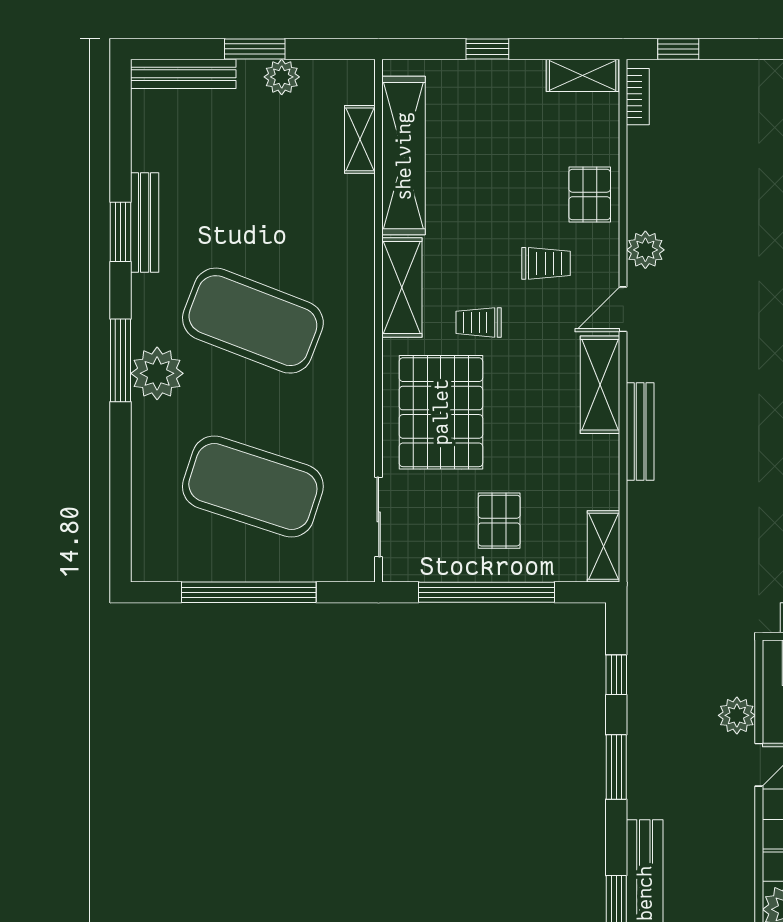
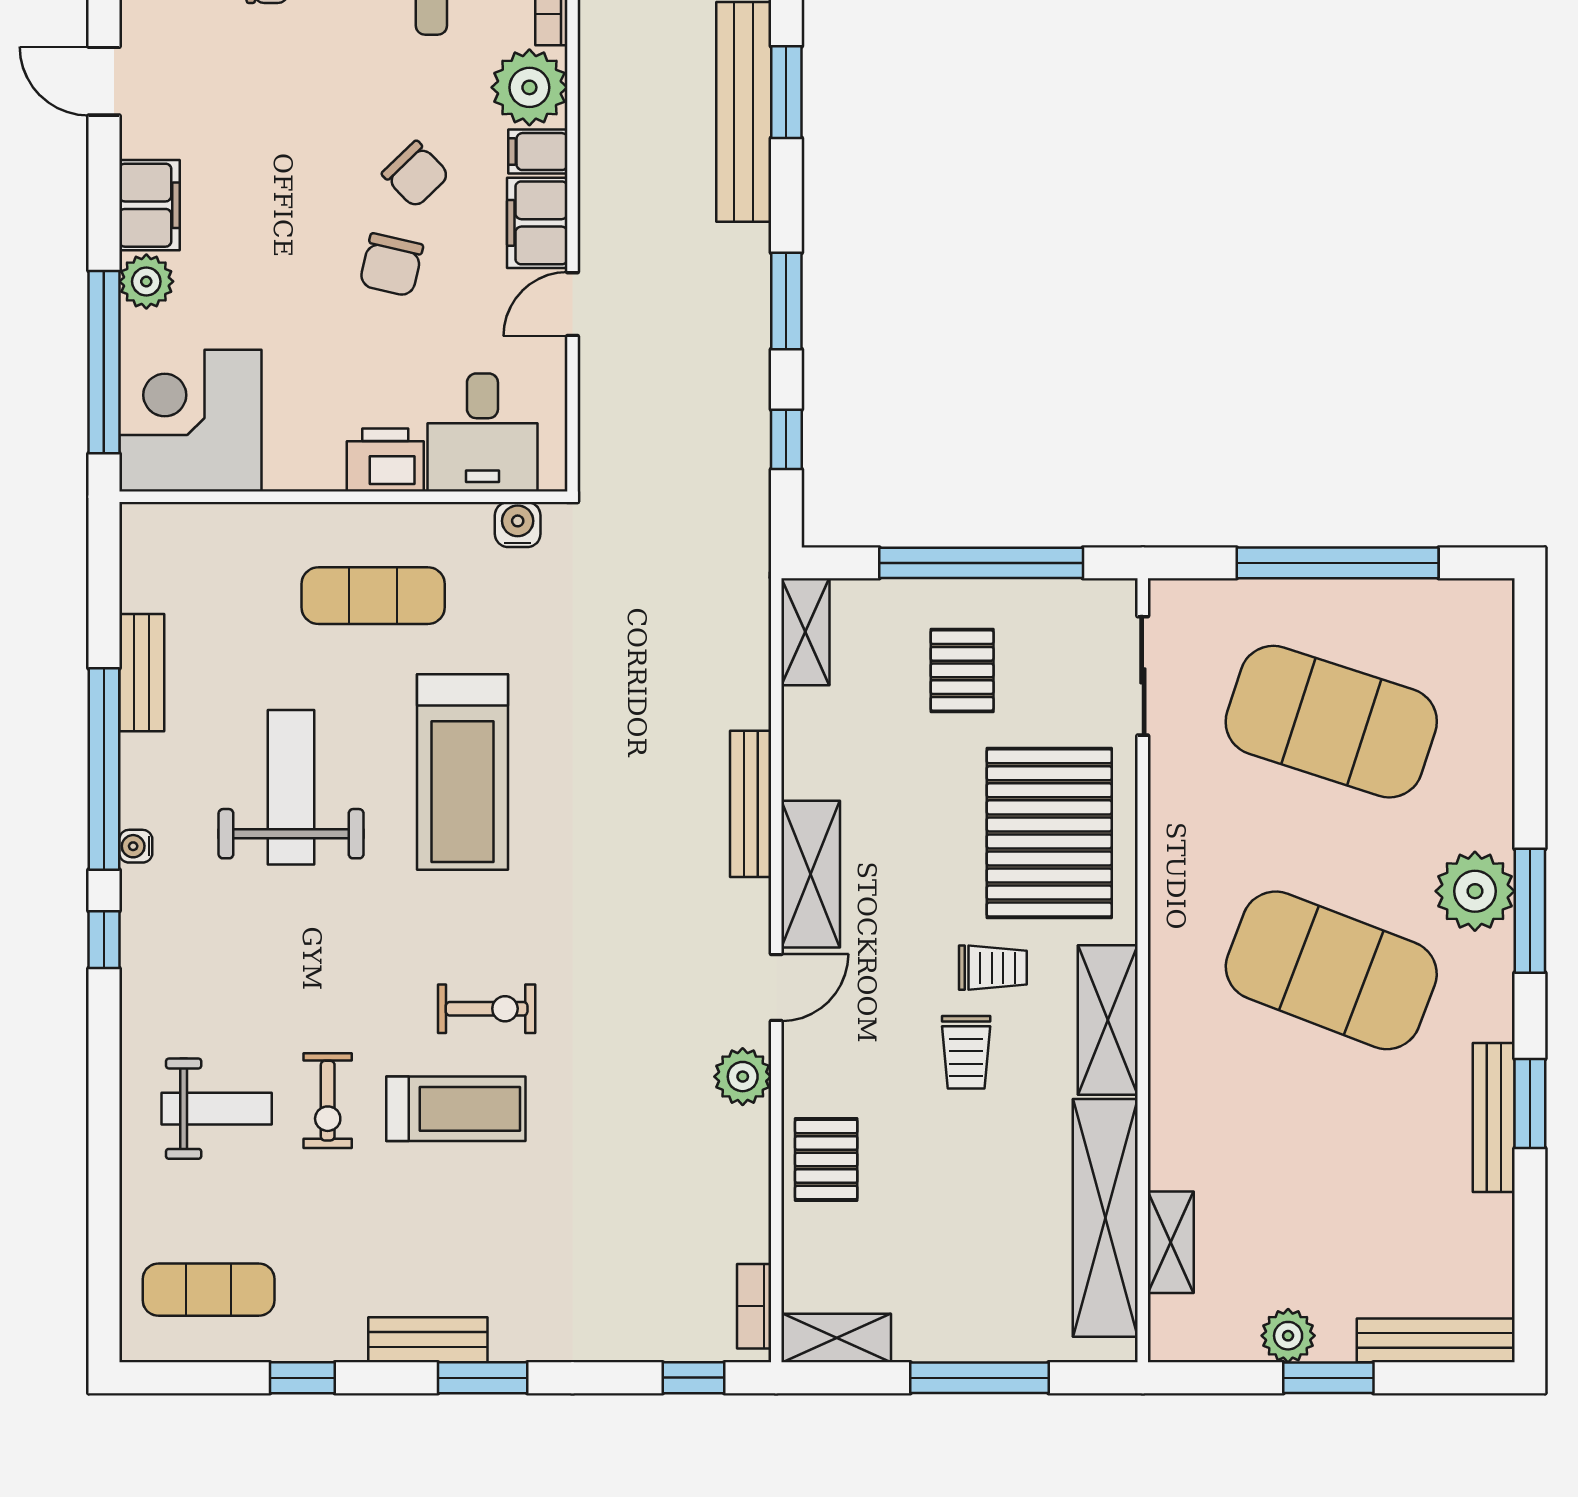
window: (487, 49) -> (979, 1378), width x2.17
trolley: (546, 263) -> (966, 1052), moved, turned -90
plant: (737, 715) -> (606, 378), removed

